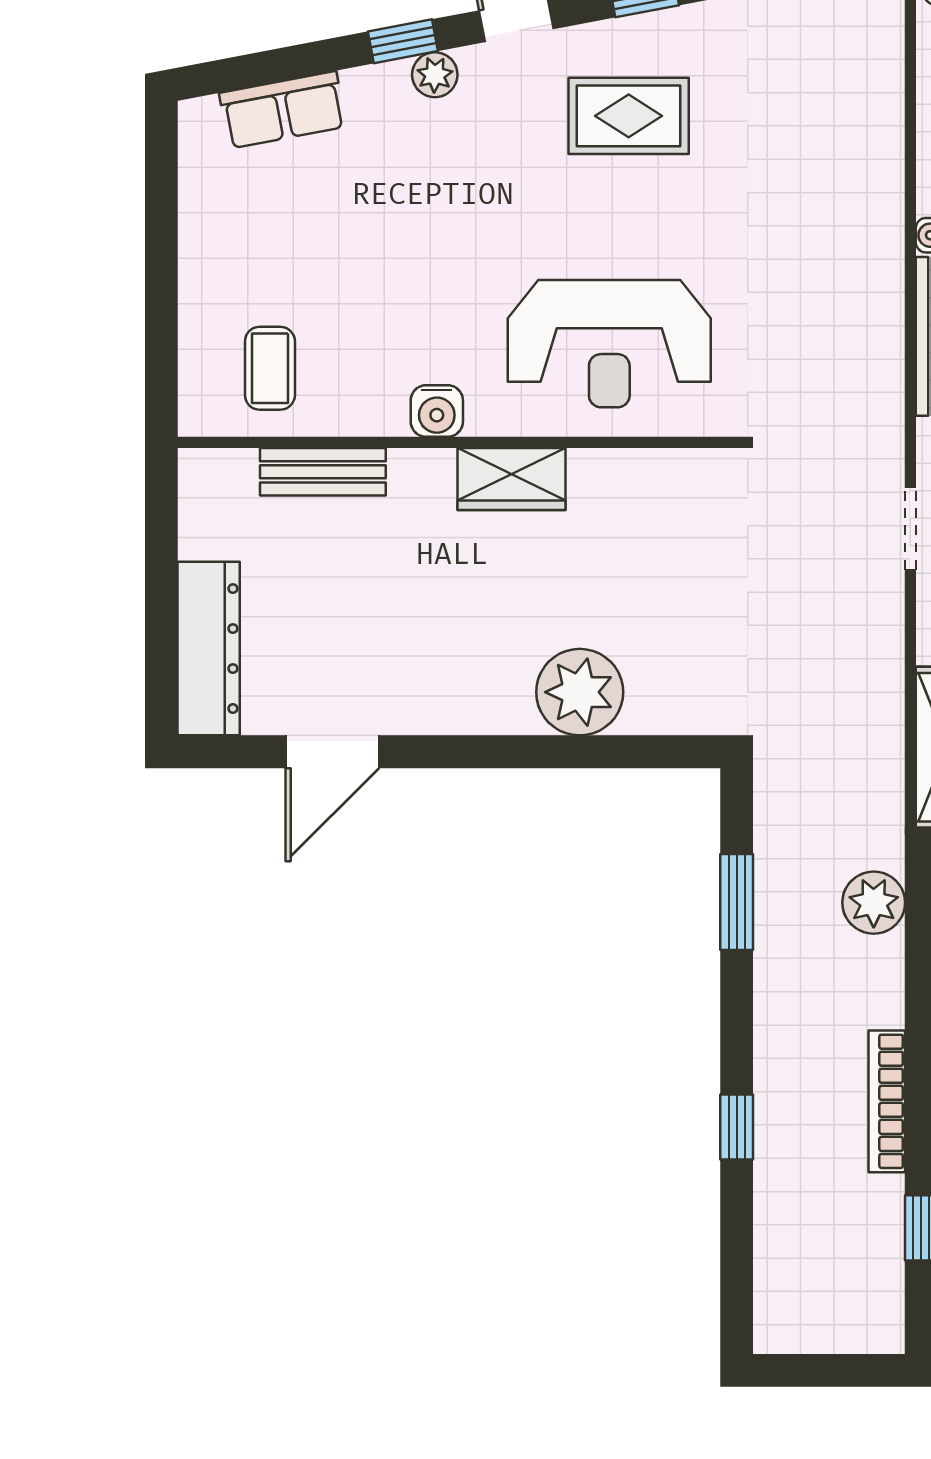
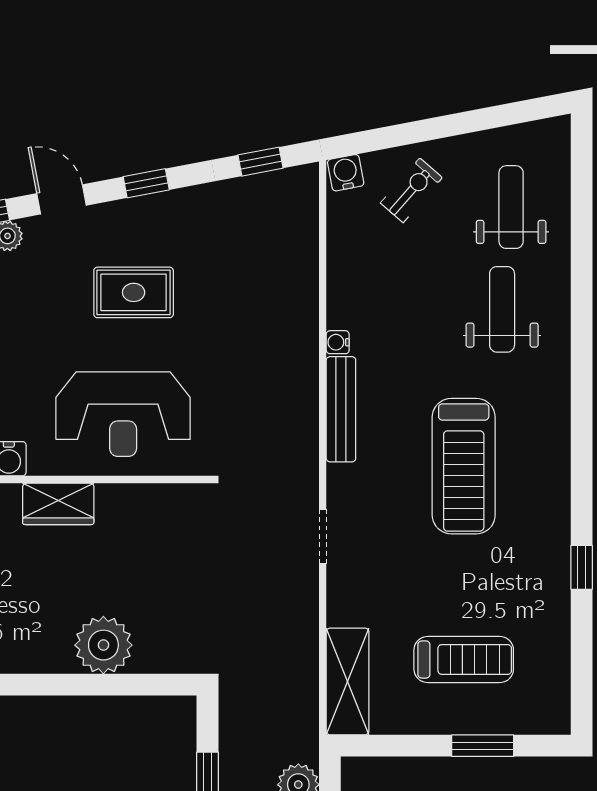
rug: (629, 116) -> (134, 292), moved

